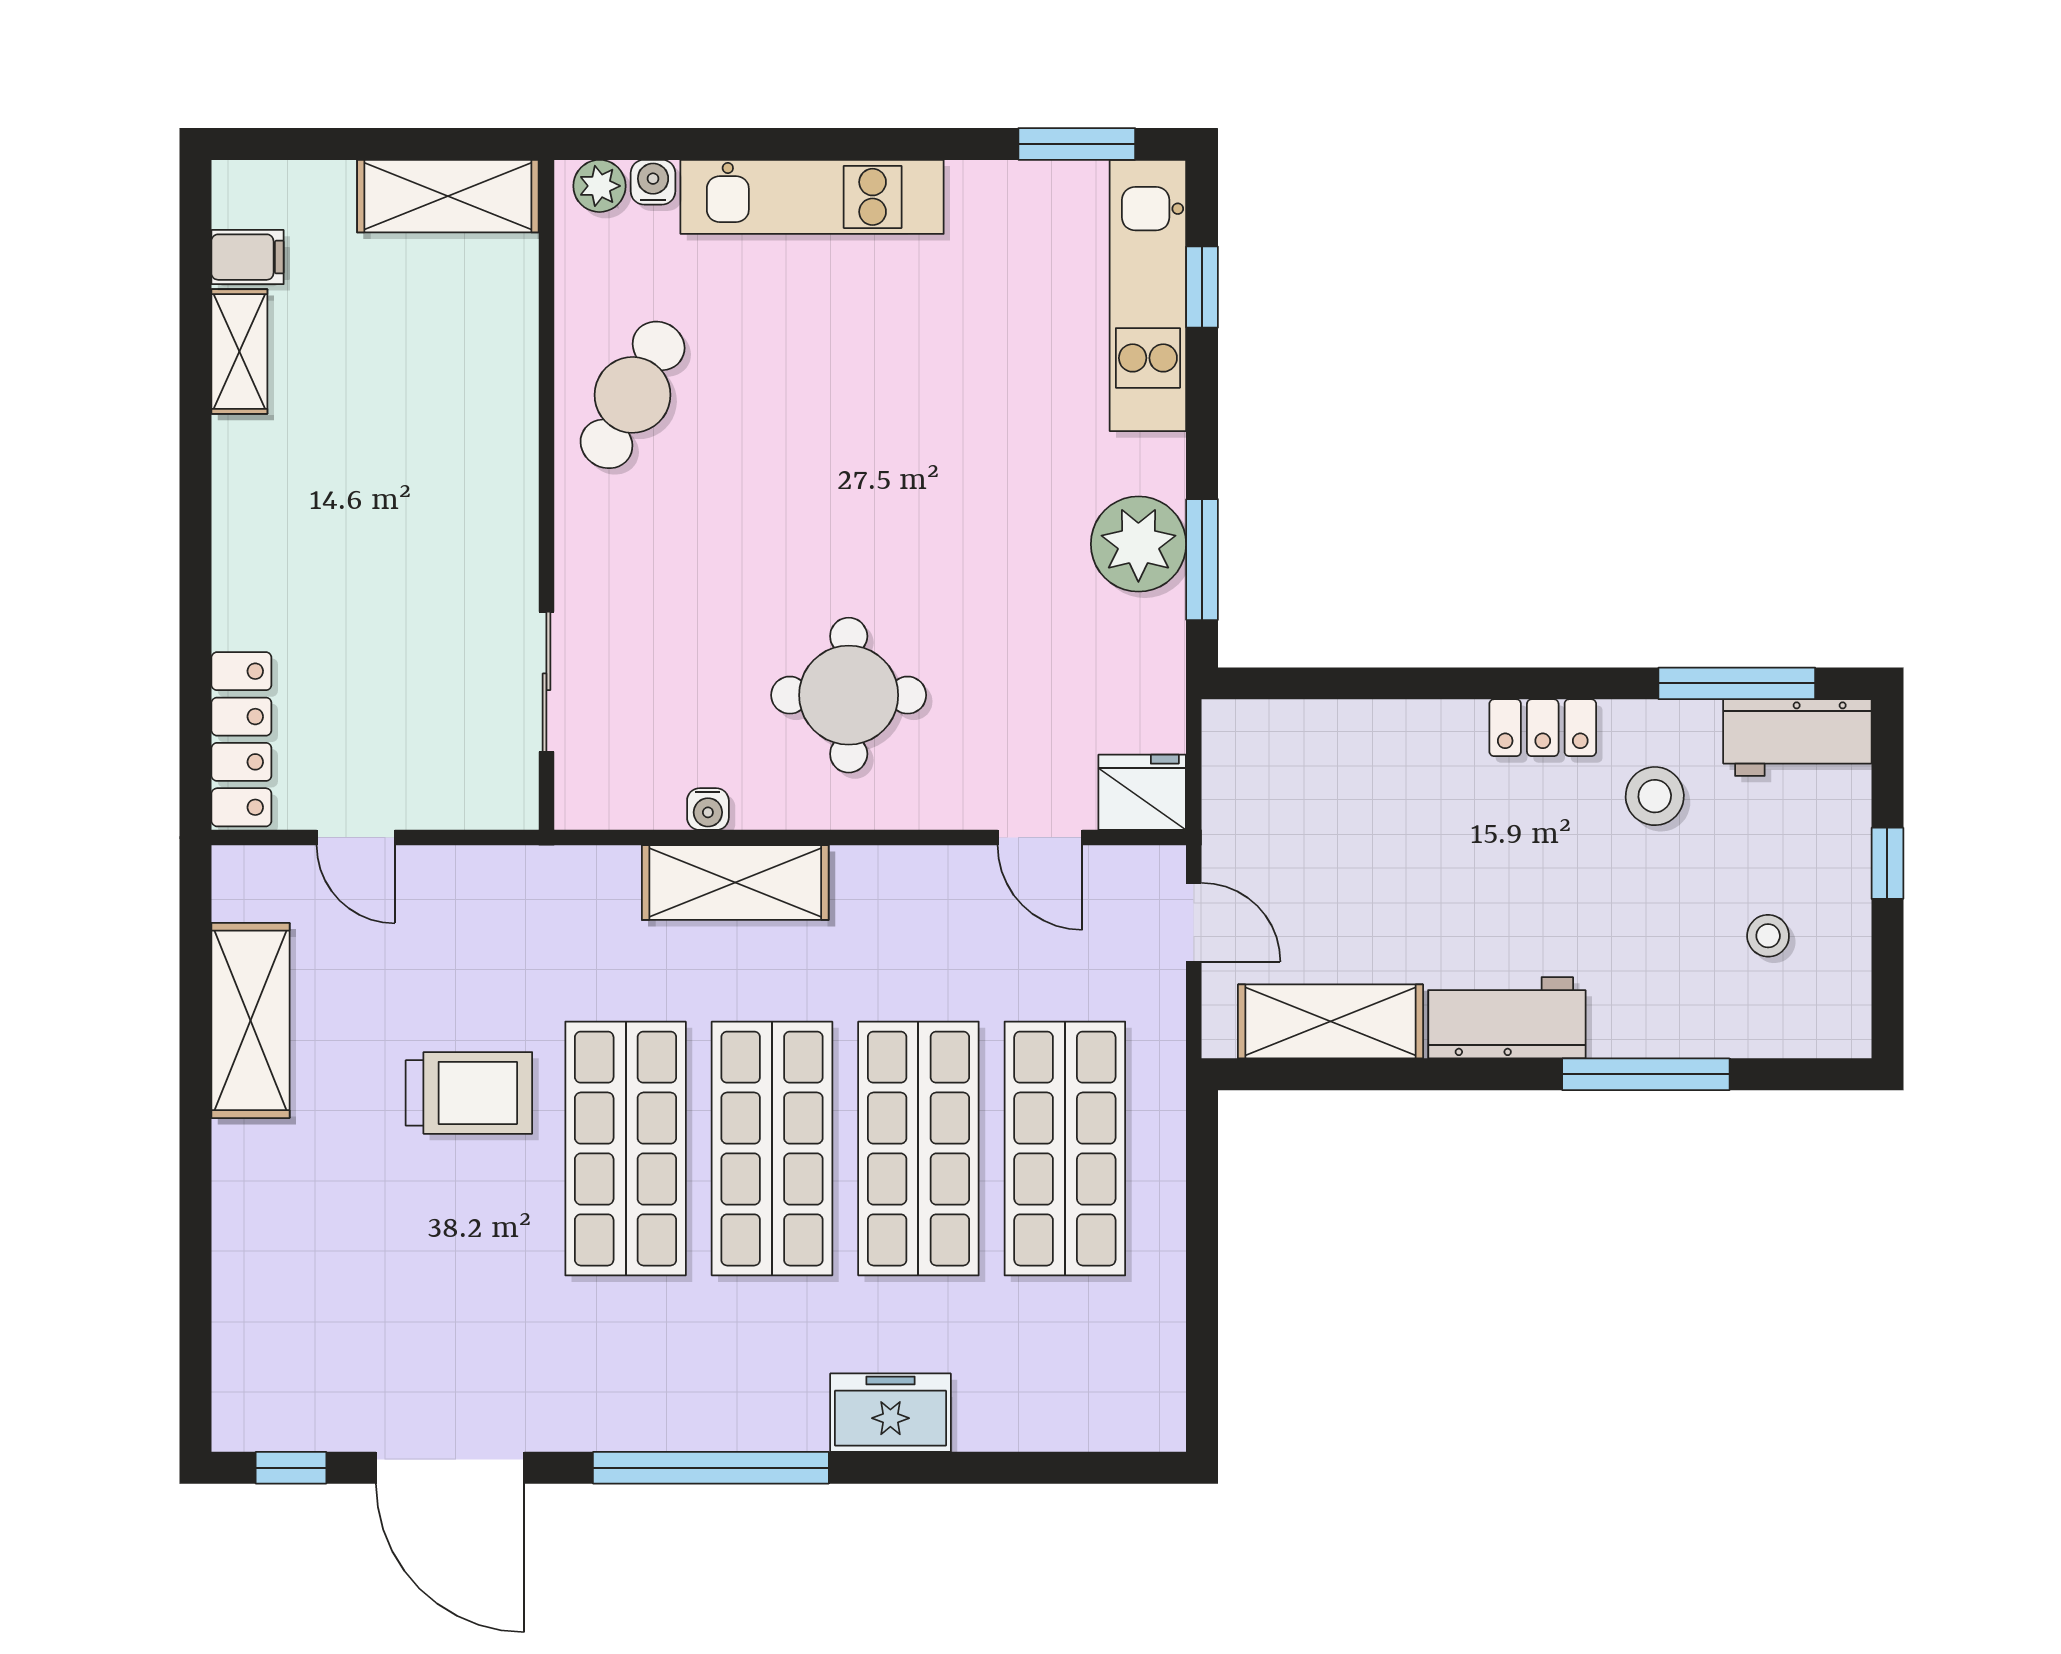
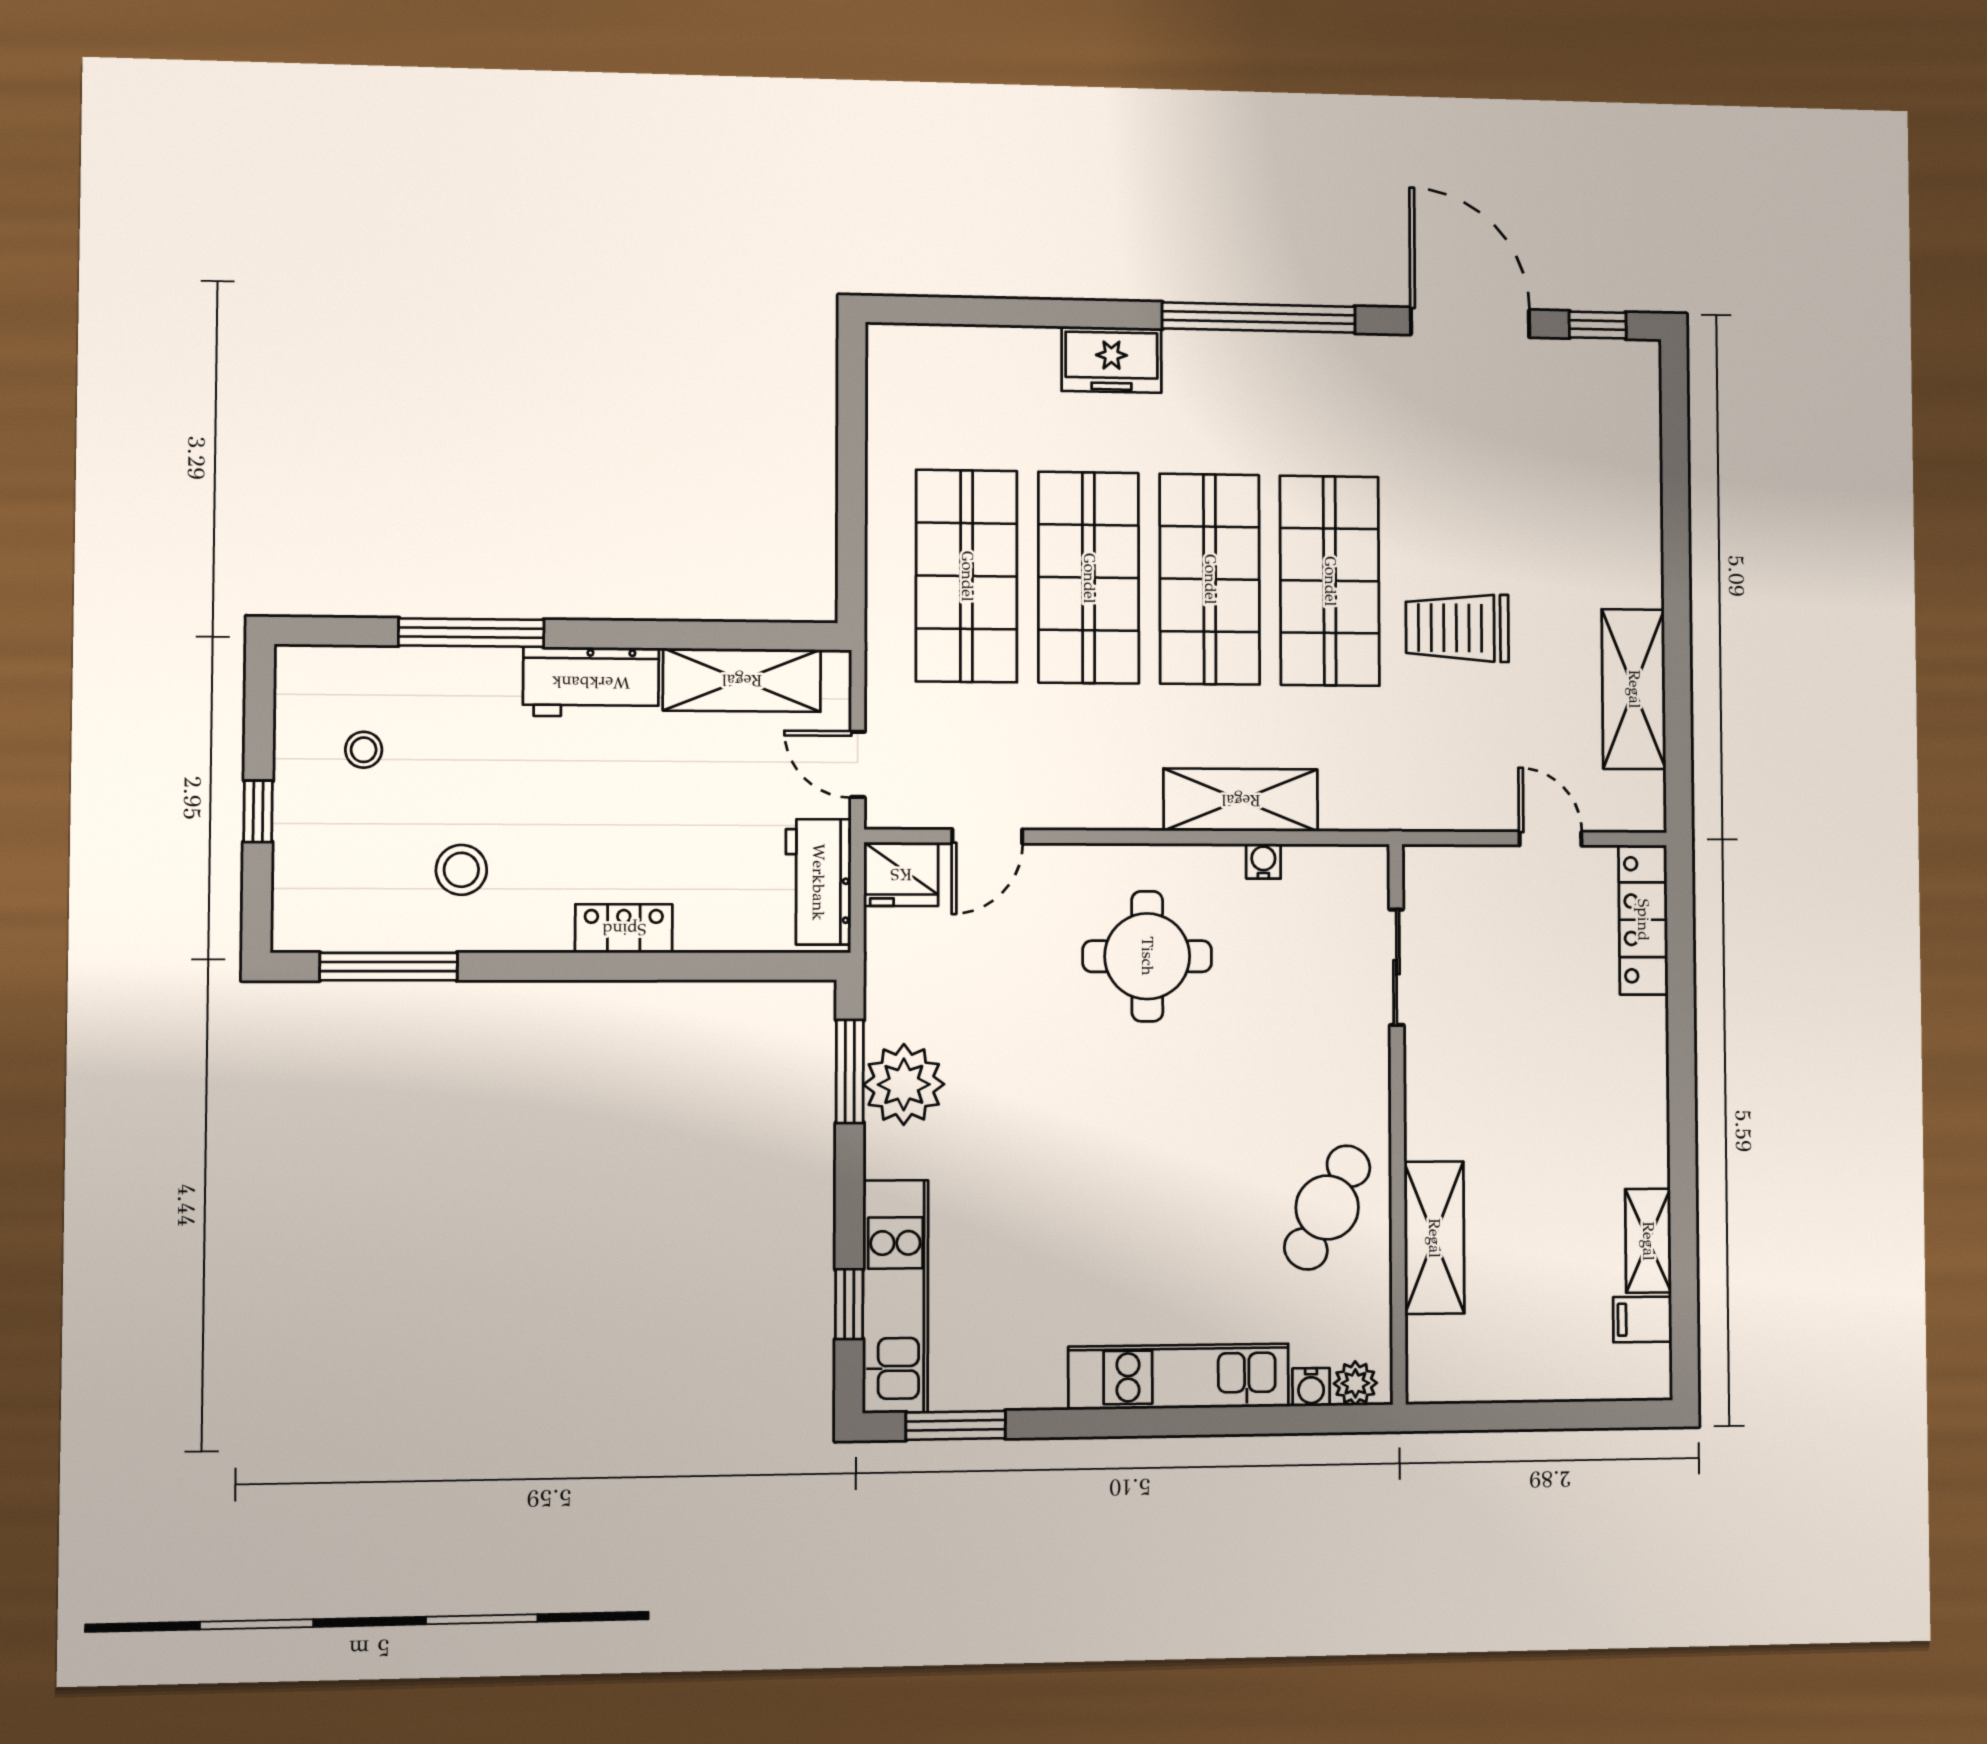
shelving: (448, 196) -> (1434, 1238), moved, turned 90
locker: (1543, 728) -> (624, 929), moved
workbench: (1797, 738) -> (818, 882), moved, turned -90
door: (1040, 838) -> (987, 836), swing flipped

